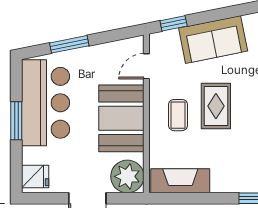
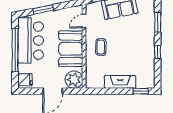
rug: (216, 106) -> (121, 42), removed
window: (16, 121) -> (15, 50), width x2.11
fireplace: (180, 181) -> (120, 82), moved

